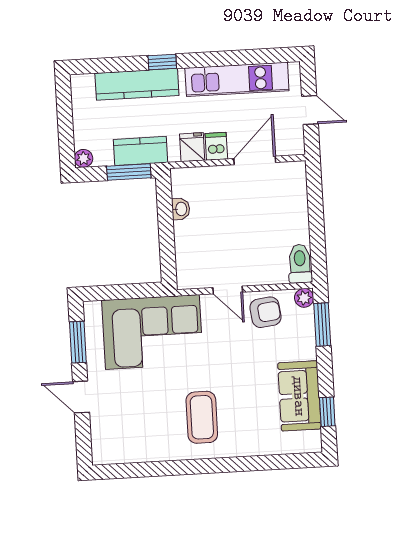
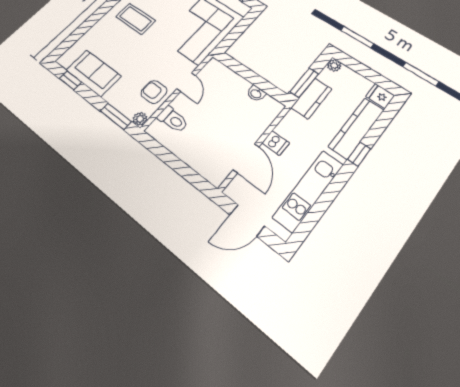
door: (310, 110) -> (247, 220), width x1.38
fridge: (192, 147) -> (380, 96), moved, turned 180
toilet: (300, 264) -> (173, 119), moved
door: (228, 290) -> (186, 82), swing flipped
armchair: (266, 312) -> (154, 92), turned 97

